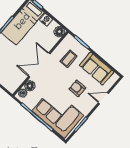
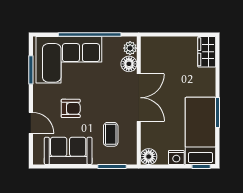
door: (103, 98) -> (31, 123), hinge flipped

